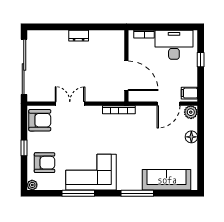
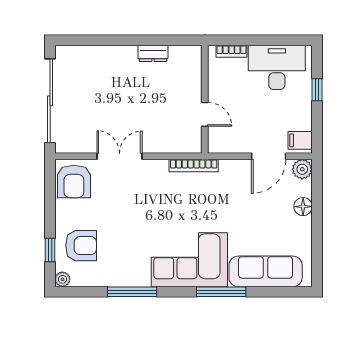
dresser: (79, 36) -> (153, 53), moved
door: (126, 76) -> (205, 114), width x0.53
armchair: (40, 120) -> (74, 181), turned 90
window: (24, 148) -> (50, 250), moved
corner sofa: (91, 172) -> (189, 260), moved

